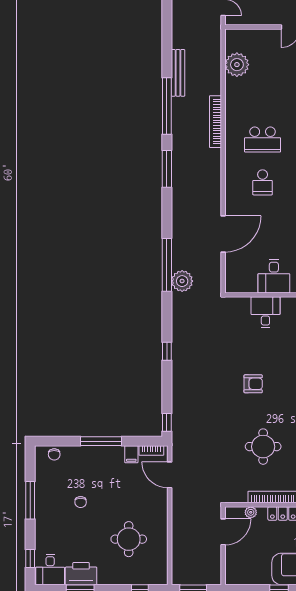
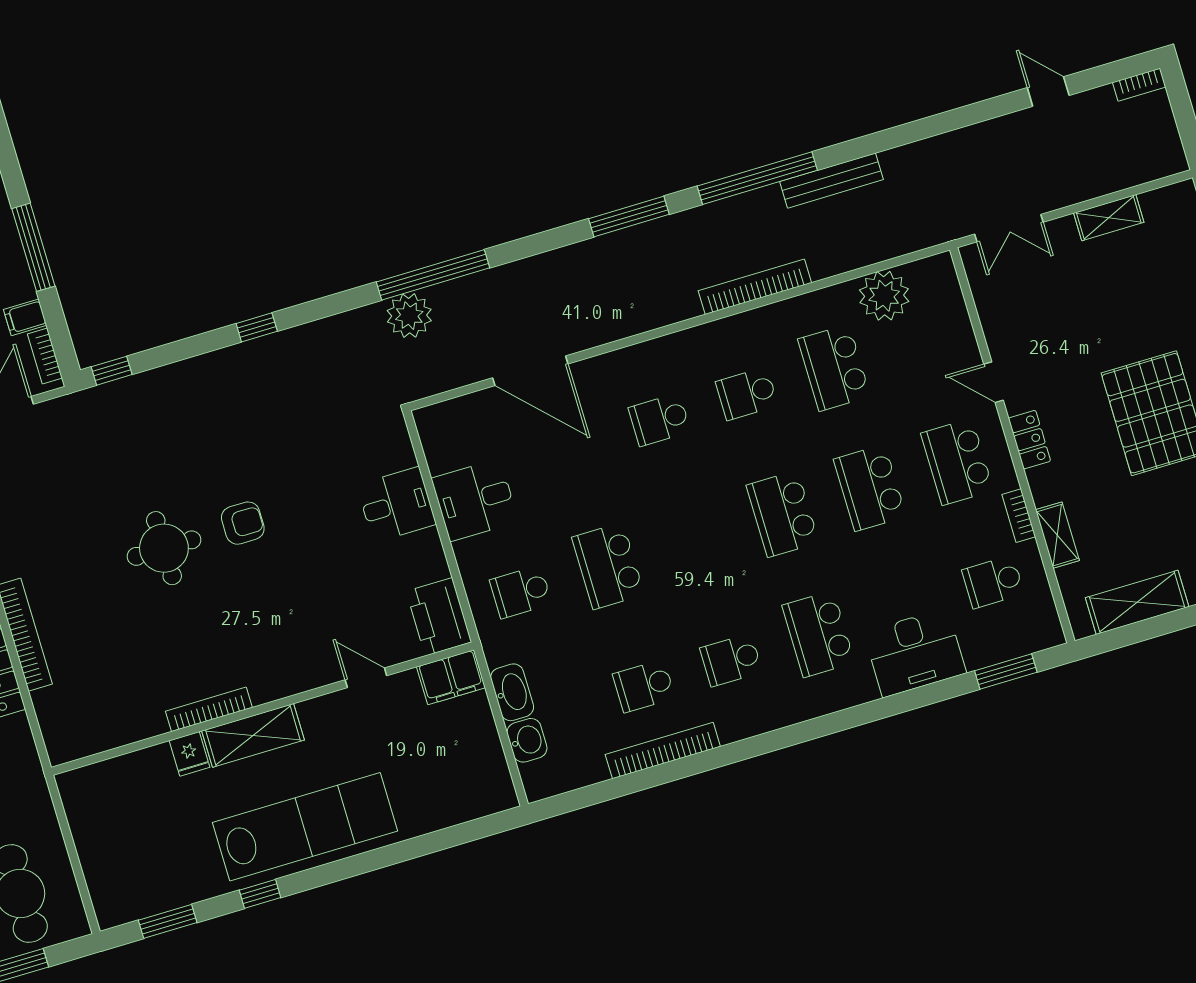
school desk: (263, 97) -> (834, 368), added
school desk: (263, 140) -> (747, 394), width x0.54
armchair: (253, 384) -> (243, 523), turned -90
round table: (263, 447) -> (164, 548), moved

